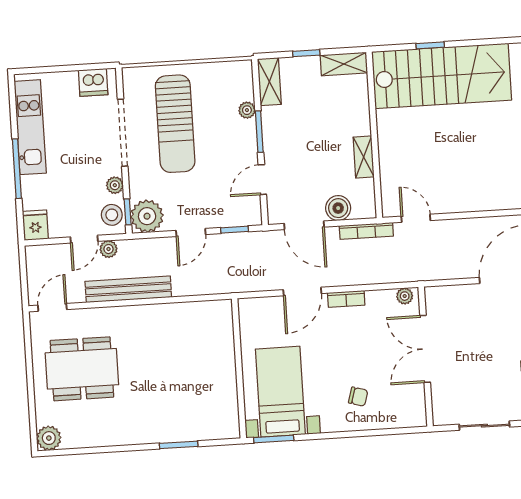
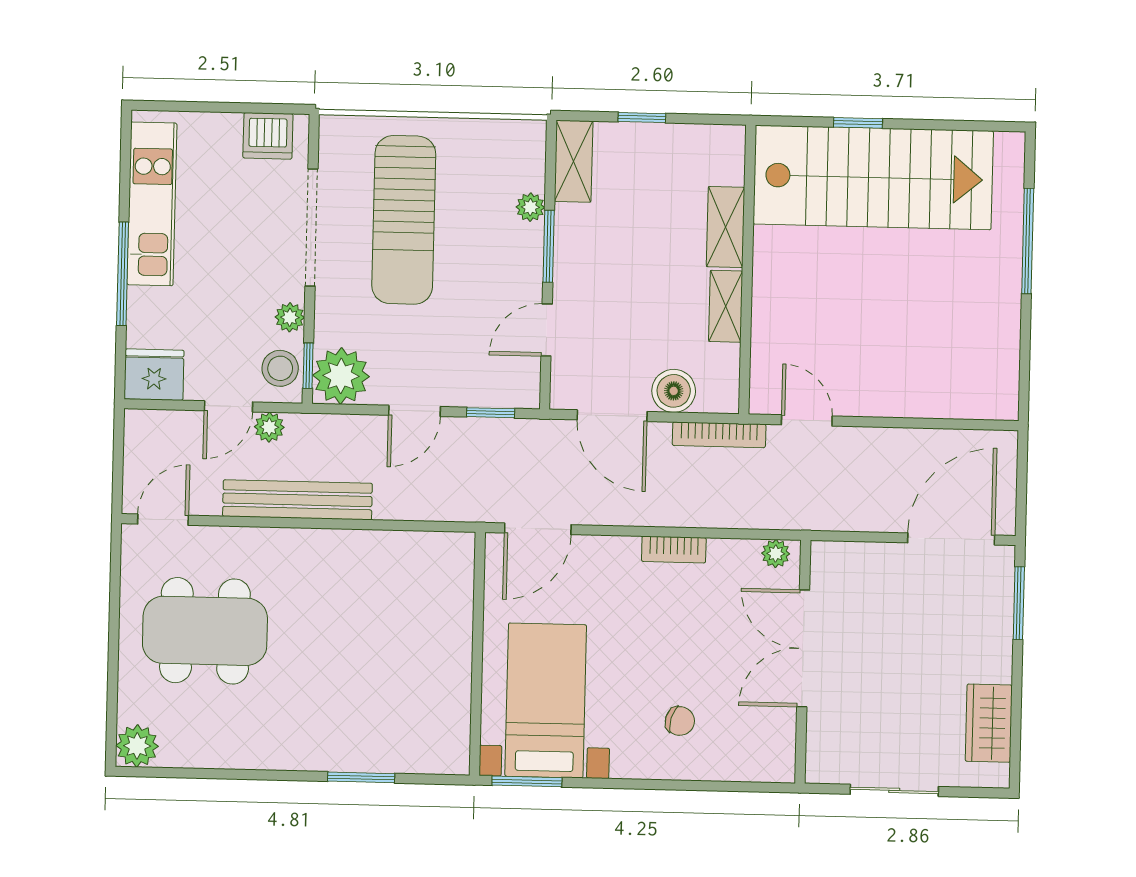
shelving: (344, 64) -> (726, 227), moved, turned 90
fridge: (35, 225) -> (154, 375), width x1.38
door: (302, 292) -> (538, 529), moved

